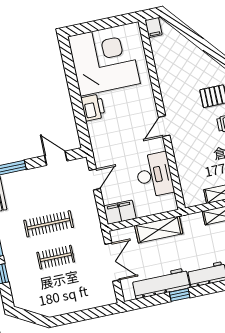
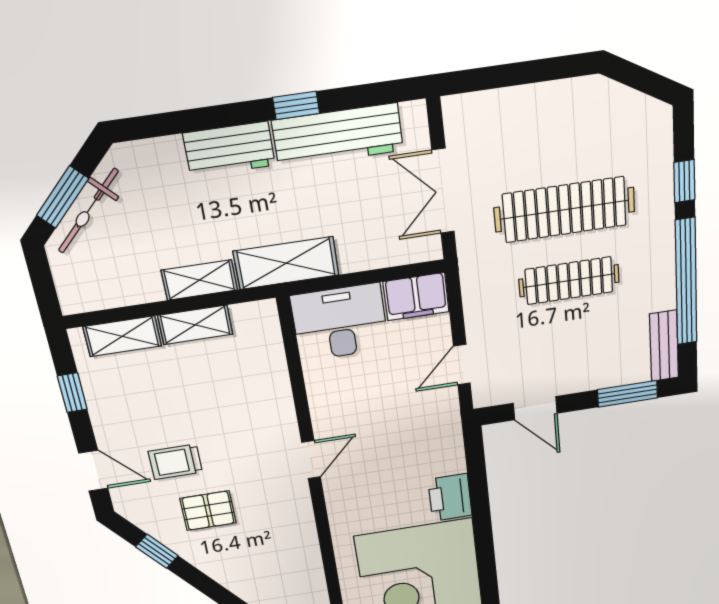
desk: (154, 175) -> (340, 322), moved, turned 90
shelving: (159, 230) -> (286, 263), moved
clothes rail: (56, 257) -> (565, 210), width x1.86, depth x1.31

